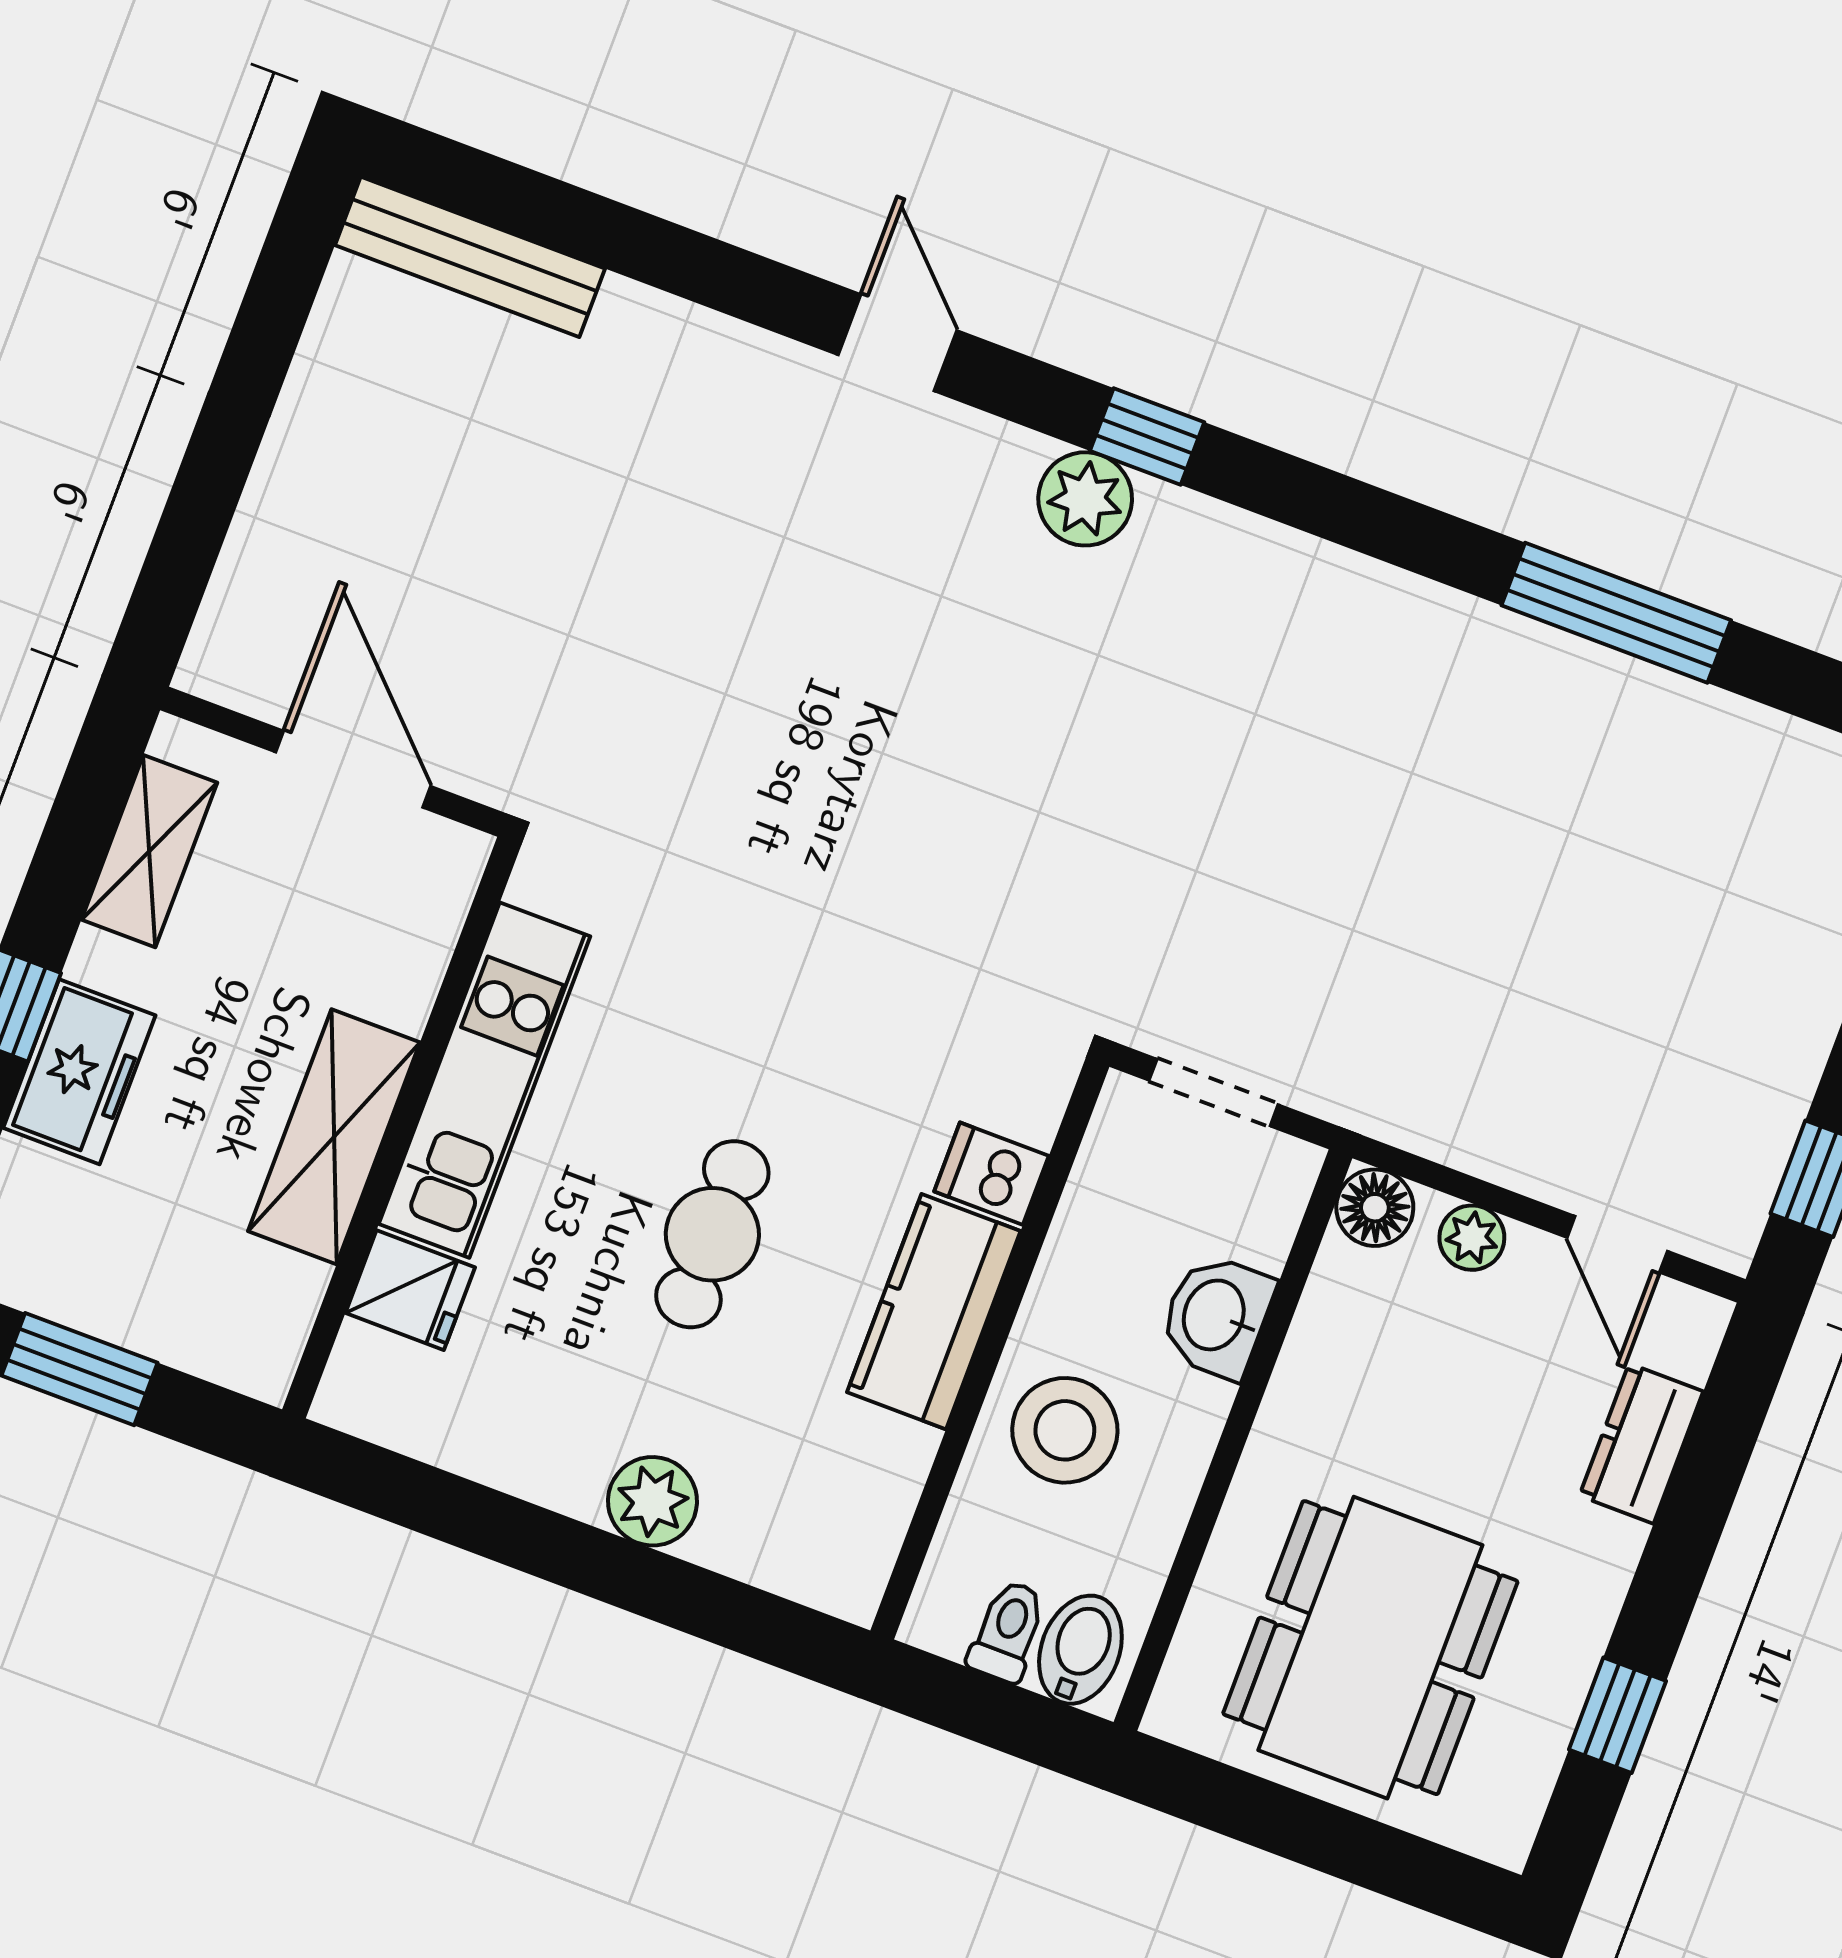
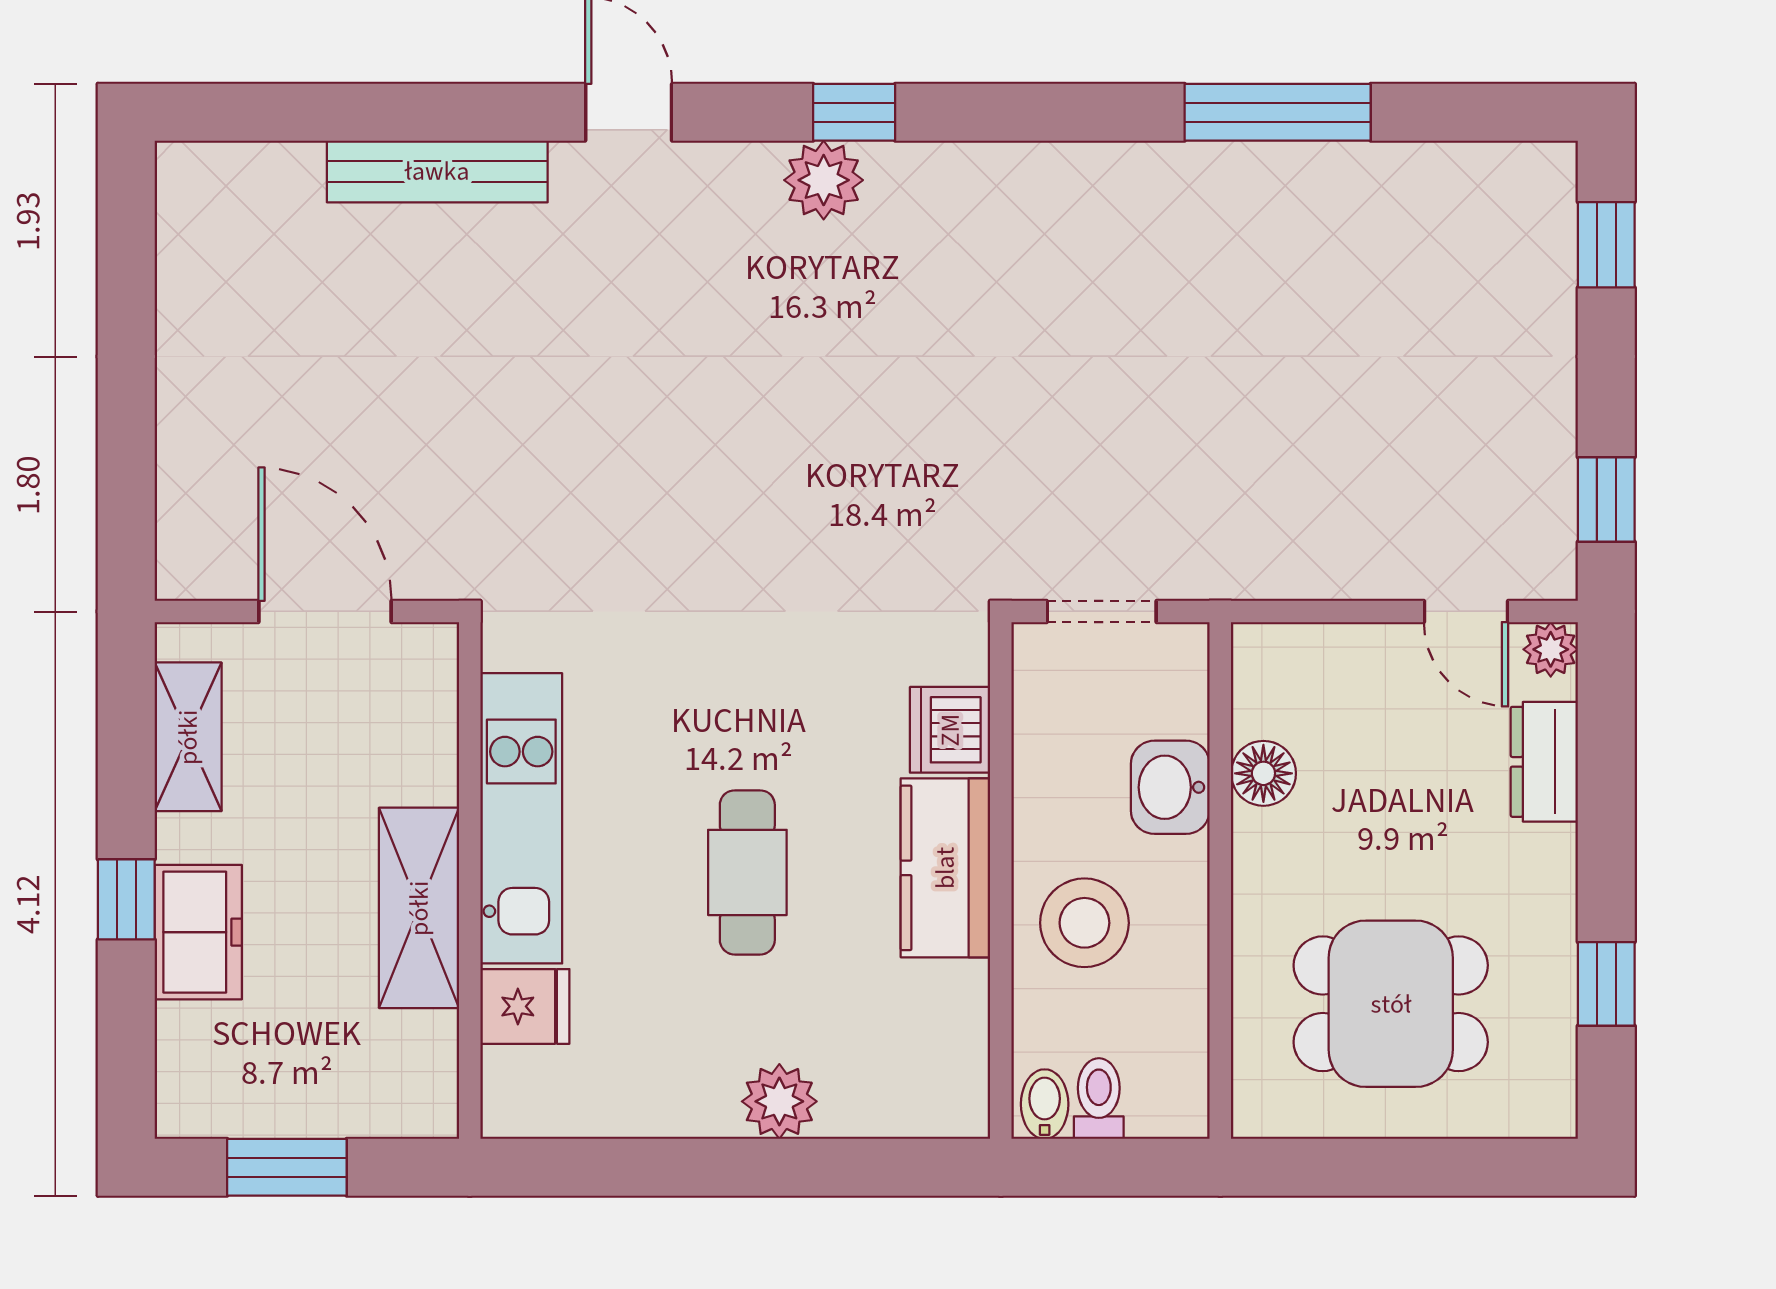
bench: (470, 257) -> (437, 171), moved
dishwasher: (991, 1174) -> (950, 730), width x1.38
floor lamp: (1375, 1208) -> (1263, 773), moved
plant: (1472, 1238) -> (1551, 649), moved
dining table: (1370, 1648) -> (1391, 1004), width x0.73
bidet: (1080, 1650) -> (1045, 1104), moved, width x0.72, depth x0.74

